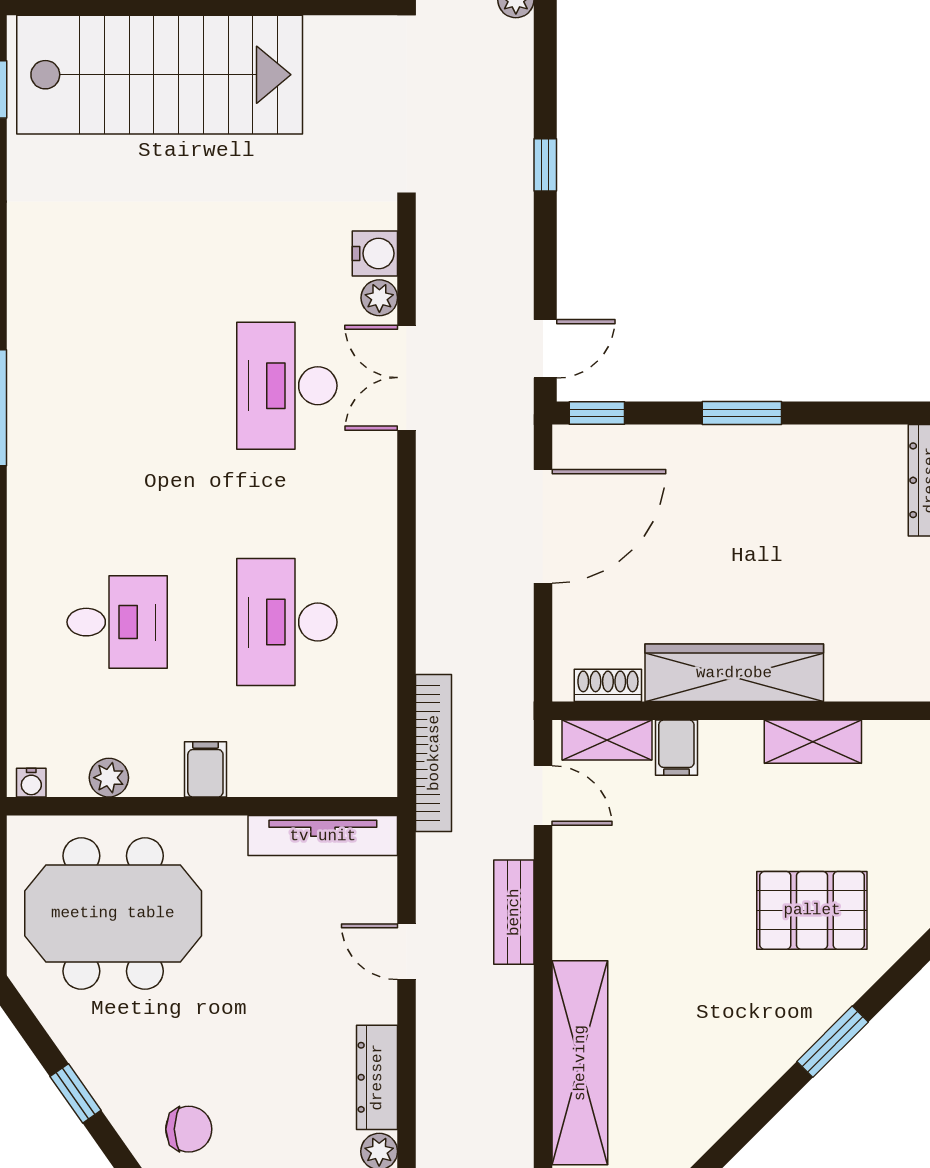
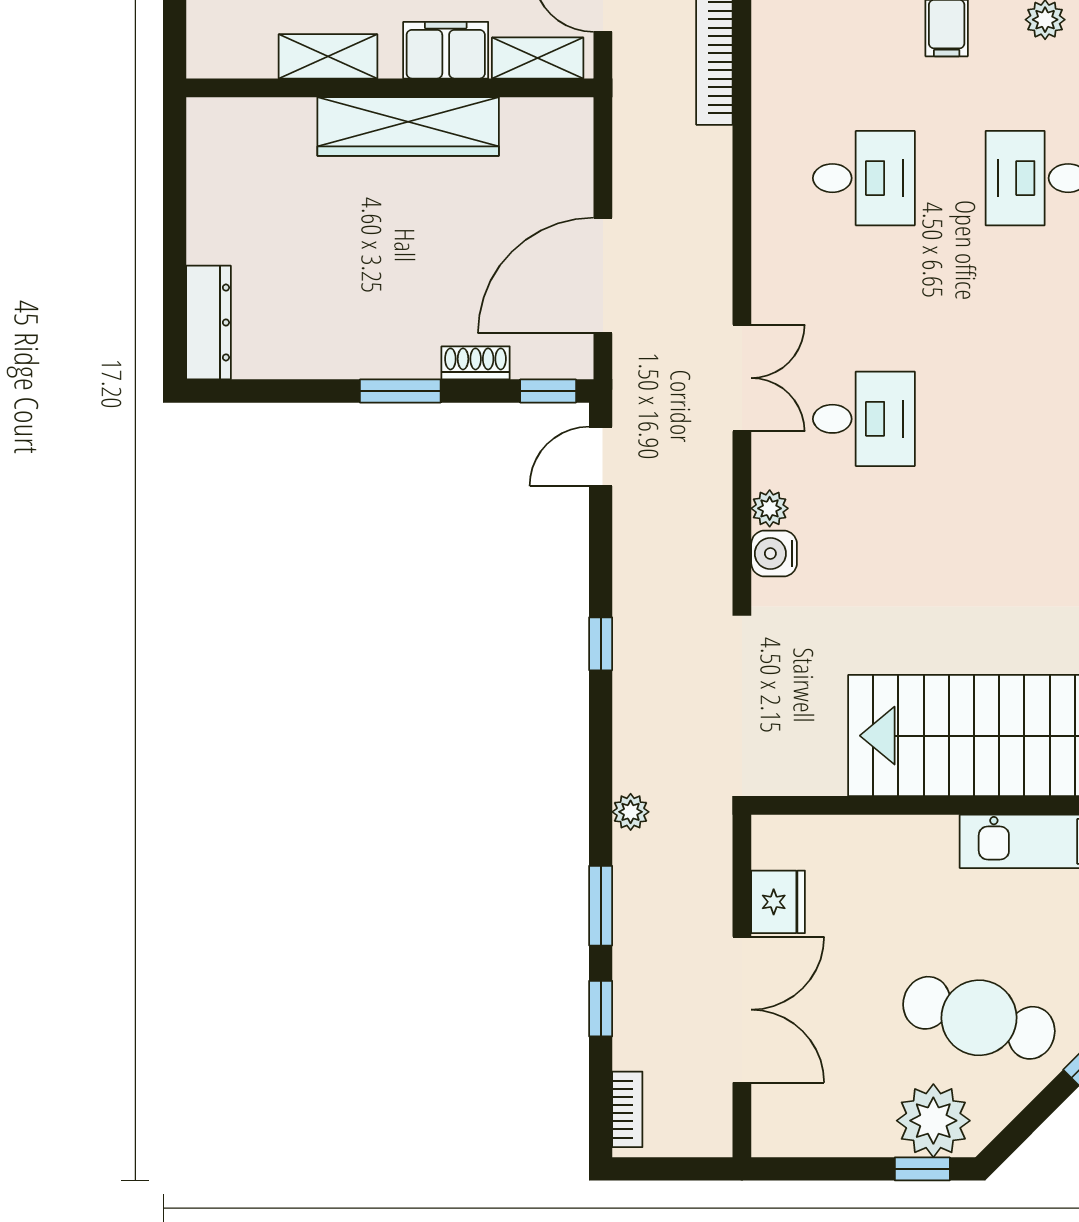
double door: (407, 378) -> (742, 378), moved
desk: (287, 386) -> (864, 419), width x0.73
desk: (287, 622) -> (864, 178), width x0.73
shoe rack: (608, 685) -> (476, 363), moved, turned 180
filing cabinet: (676, 748) -> (446, 50), width x2.00

